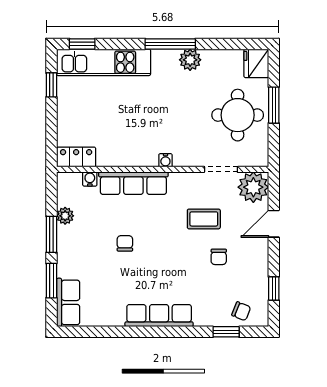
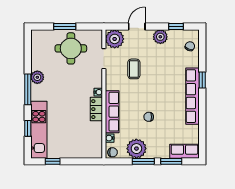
window: (82, 44) -> (28, 128), moved
fridge: (256, 63) -> (39, 37), removed
locker: (76, 157) -> (96, 109), moved
plant: (65, 216) -> (136, 149), width x1.88, depth x1.88
door: (274, 224) -> (137, 27), swing flipped
chair: (219, 257) -> (113, 152), moved
plant: (257, 263) -> (160, 37), added
row of seats: (159, 316) -> (192, 96), width x1.36
window: (226, 332) -> (202, 80), moved

